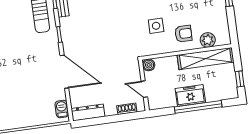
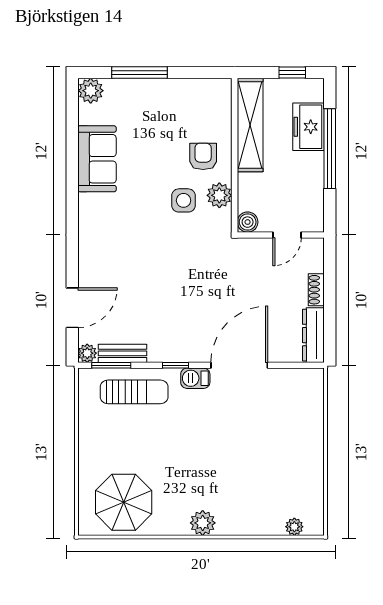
plant: (208, 40) -> (219, 195), moved
freezer: (190, 95) -> (309, 127), moved
barbecue: (62, 109) -> (195, 378), moved
shoe rack: (127, 109) -> (316, 290), moved

